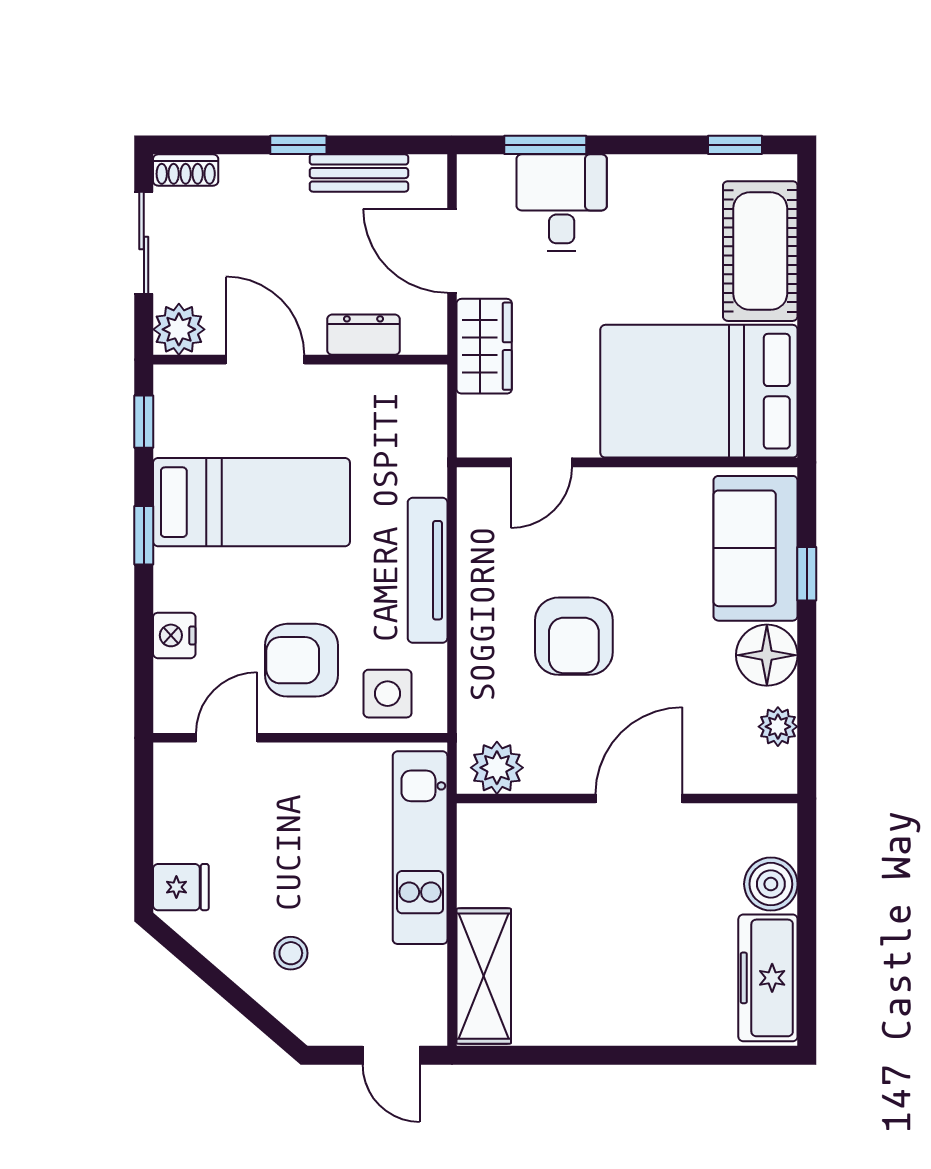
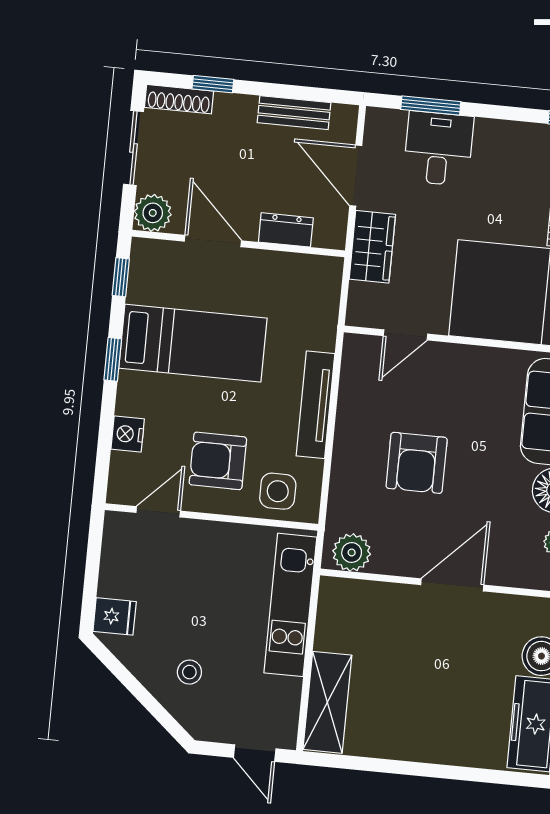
window: (298, 145) -> (213, 84), moved
shoe rack: (186, 170) -> (179, 99), width x1.43

